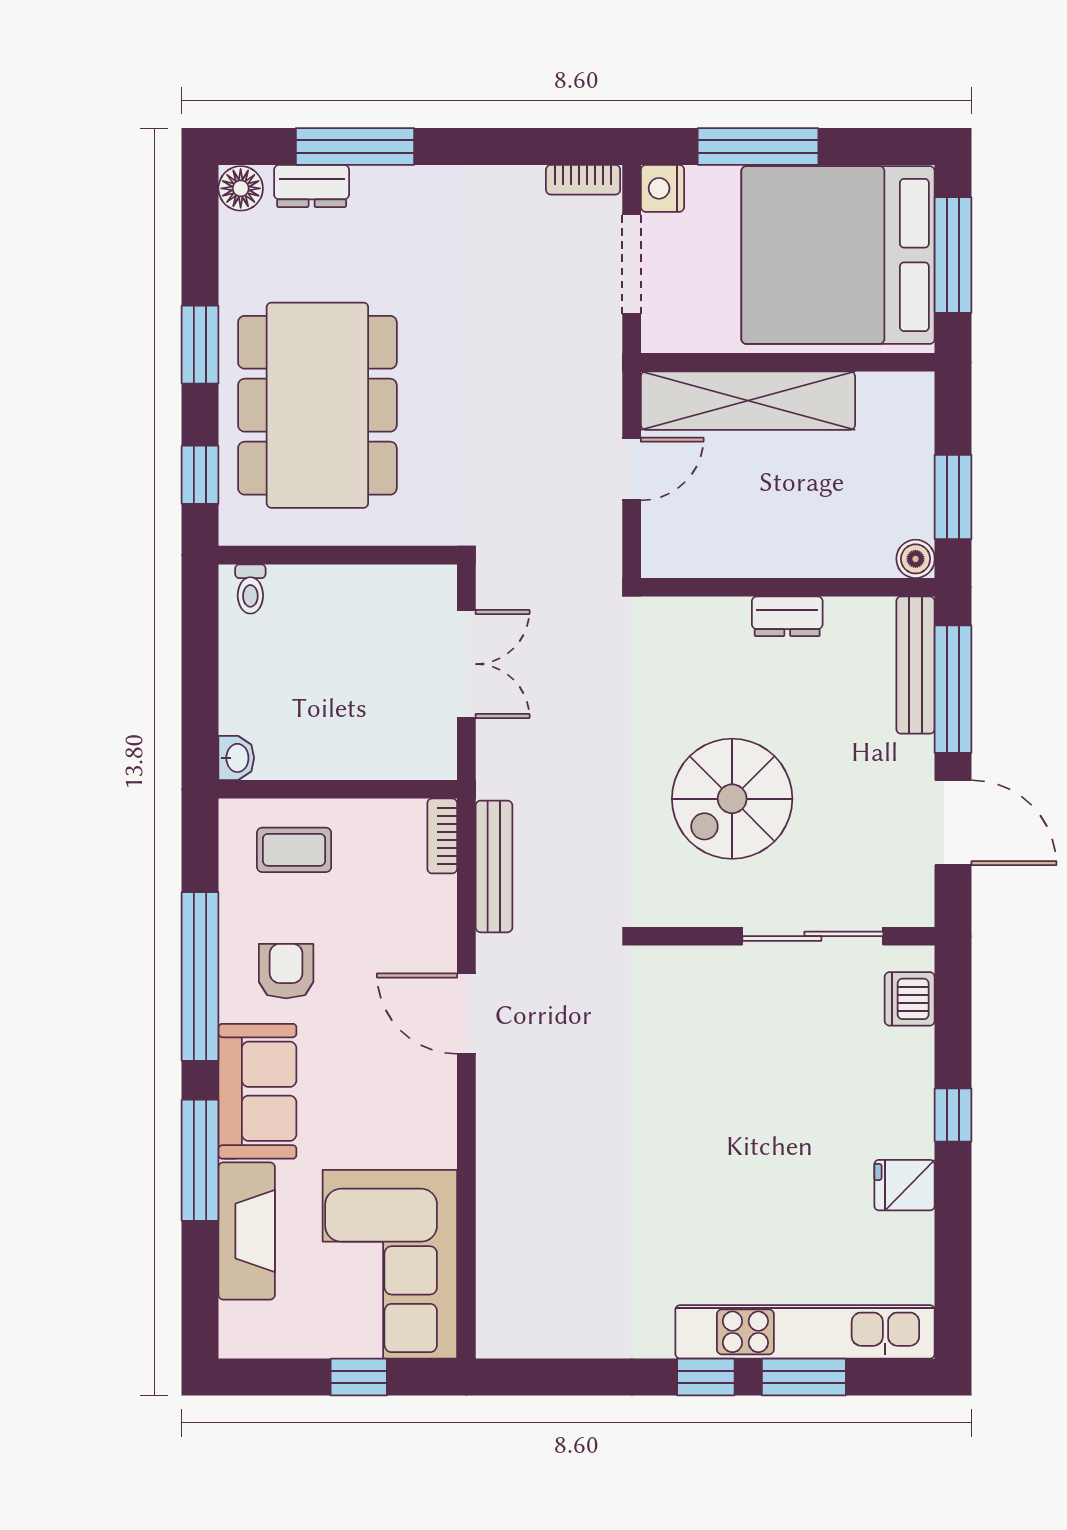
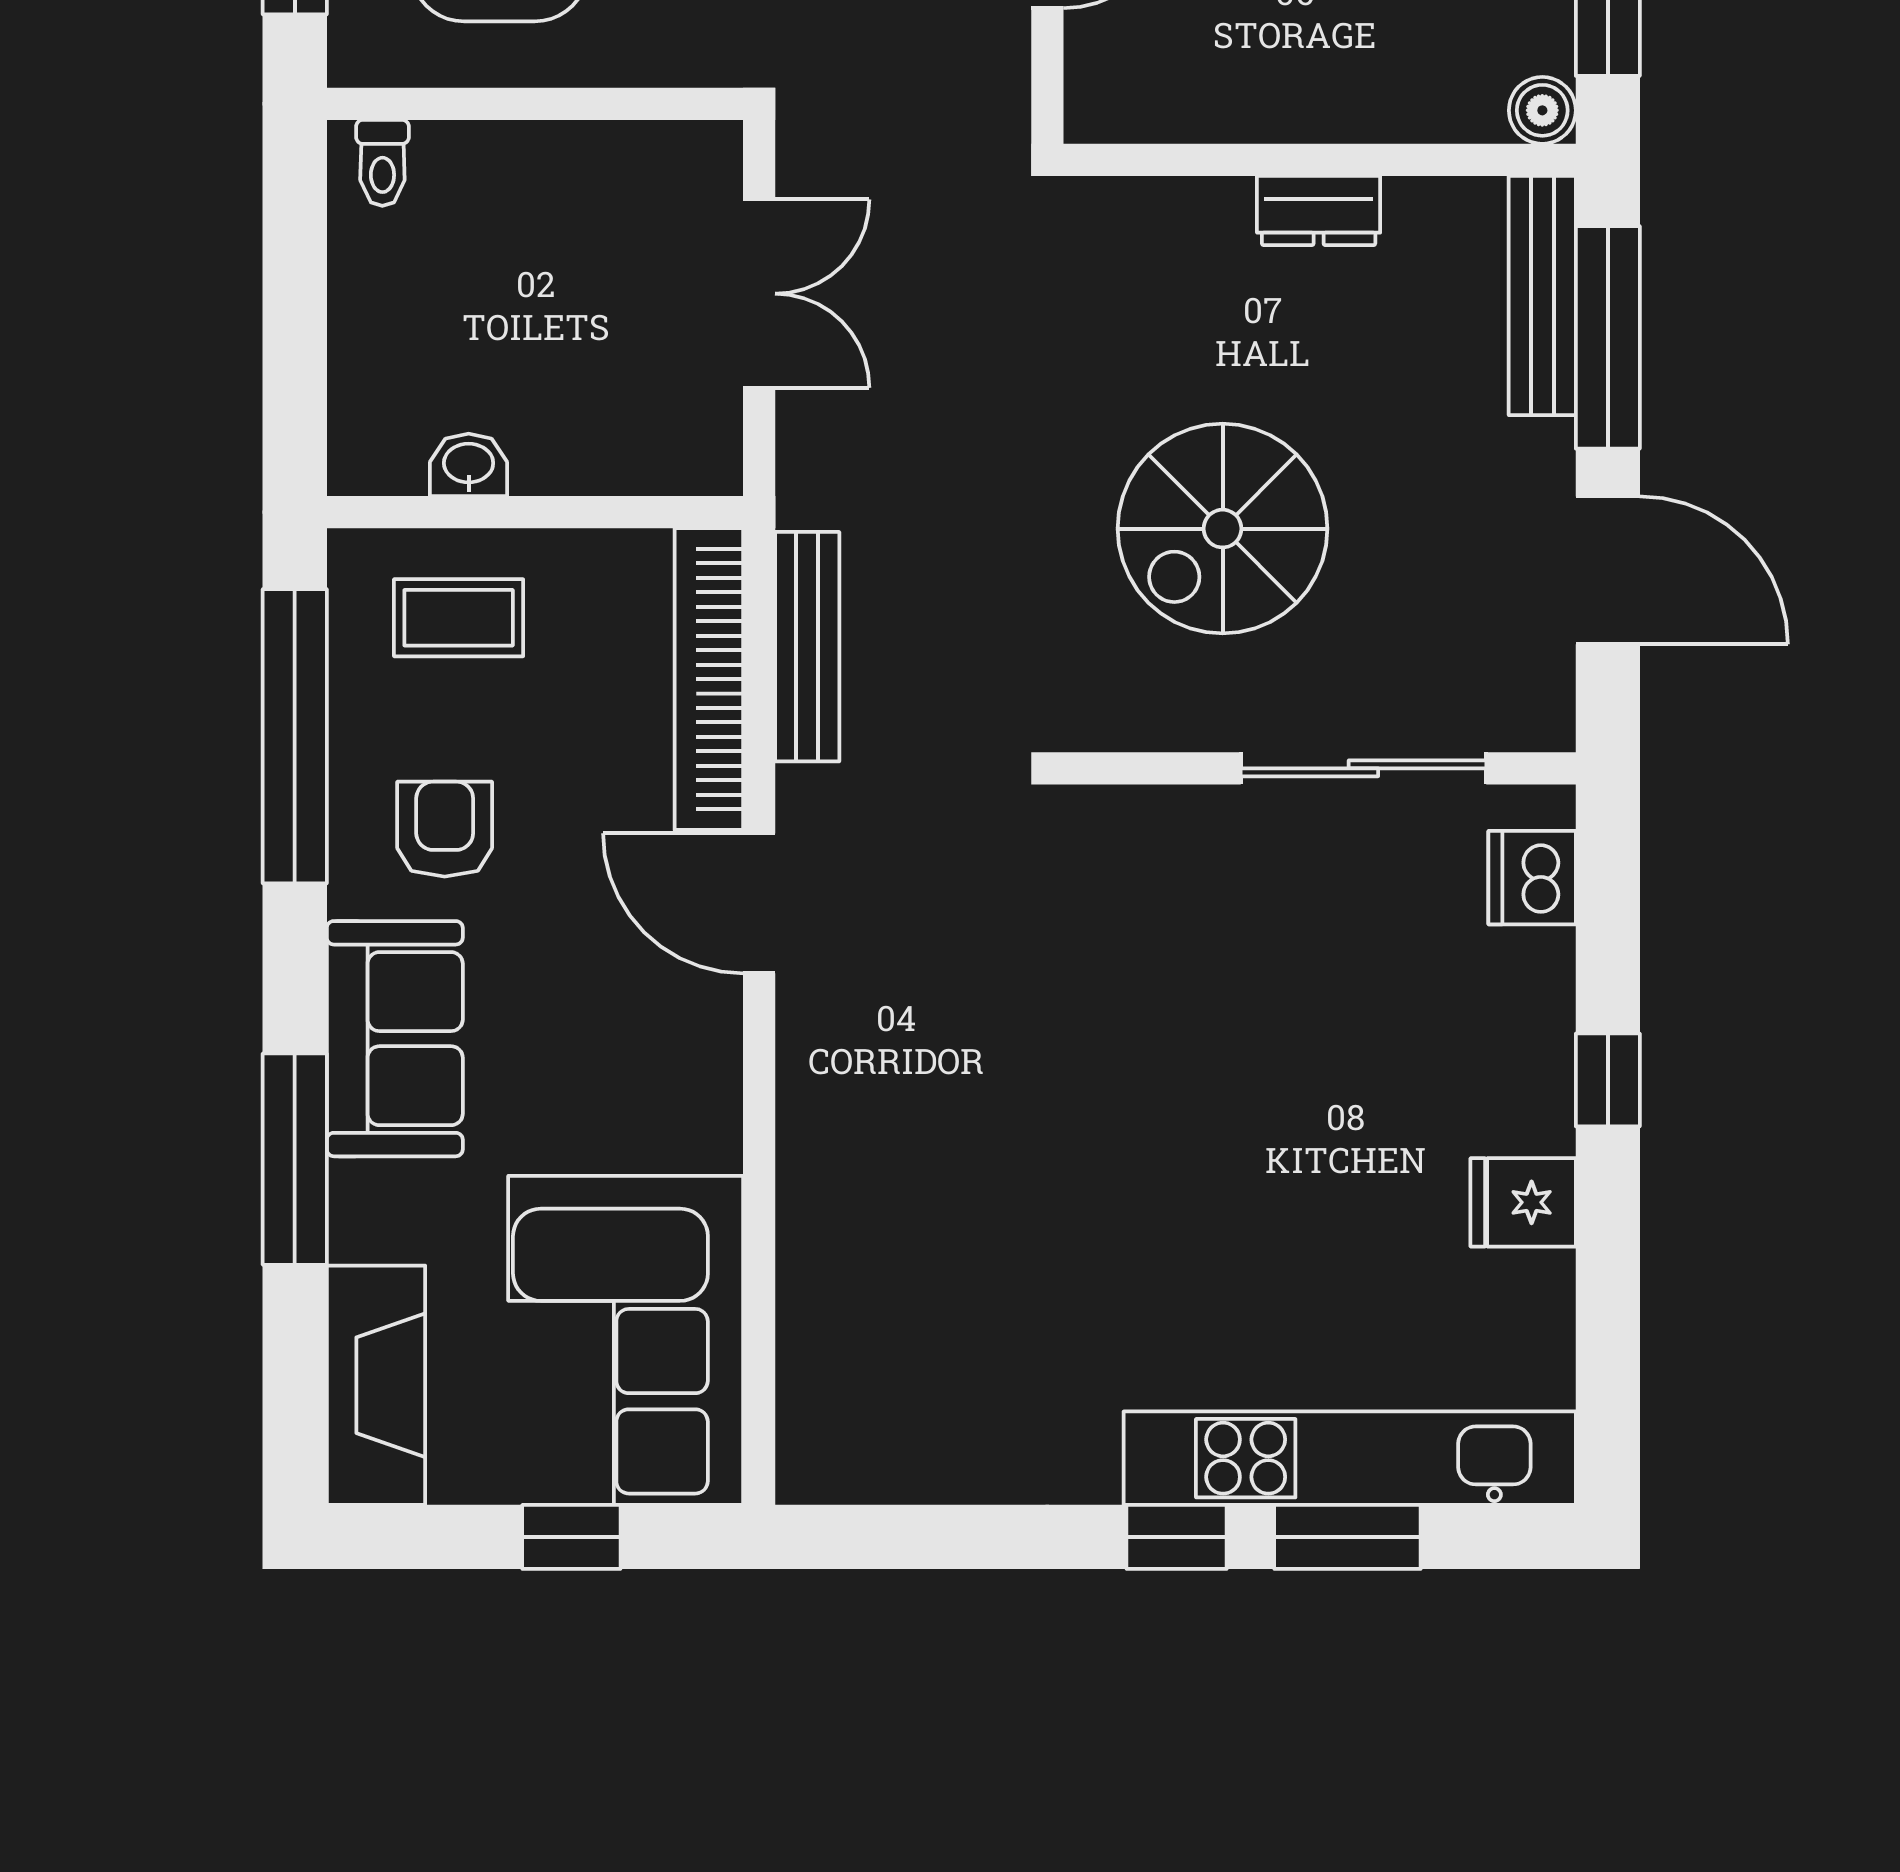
washbasin: (236, 758) -> (469, 465), moved, turned -90
bookcase: (442, 836) -> (709, 679), width x2.31, depth x1.31
window: (200, 976) -> (295, 736), moved
fireplace: (247, 1231) -> (376, 1385), moved

